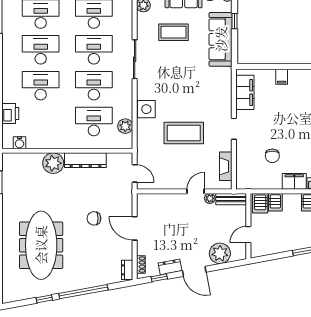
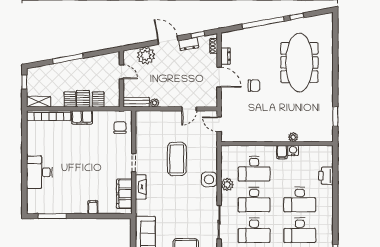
plant: (125, 126) -> (227, 185), moved
coffee table: (184, 133) -> (177, 159), turned 90
filing cabinet: (61, 141) -> (282, 152), added
water cooler: (20, 143) -> (293, 151), moved
chair: (272, 156) -> (120, 127), moved
dresser: (85, 160) -> (261, 136), removed
plant: (53, 163) -> (293, 137), width x0.53, depth x0.53
fireplace: (226, 166) -> (141, 187), moved
door: (196, 191) -> (189, 109), moved
server rack: (260, 203) -> (83, 99), moved
door: (248, 235) -> (121, 72), hinge flipped
dresser: (127, 270) -> (226, 56), moved

